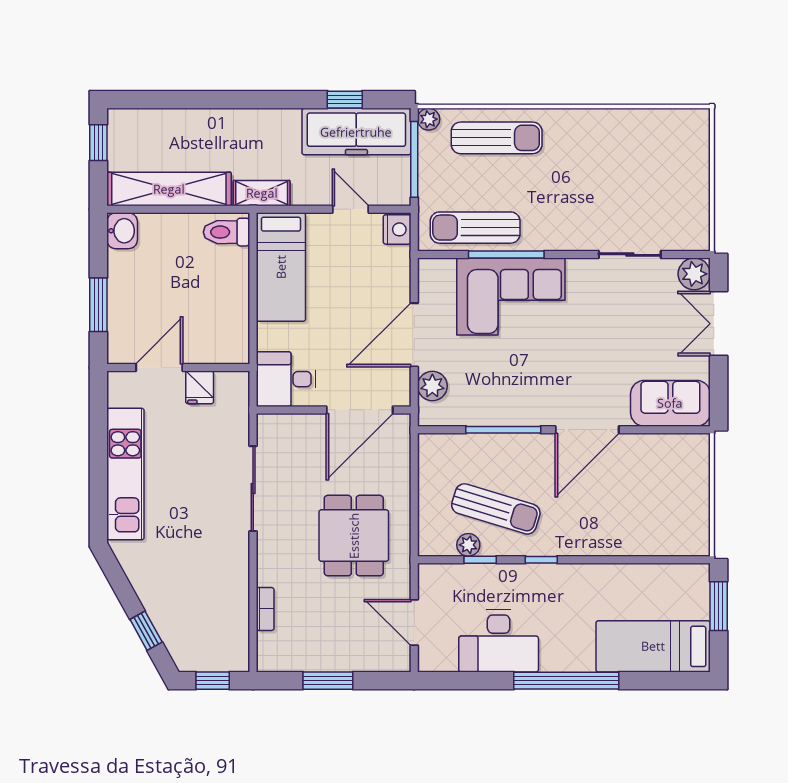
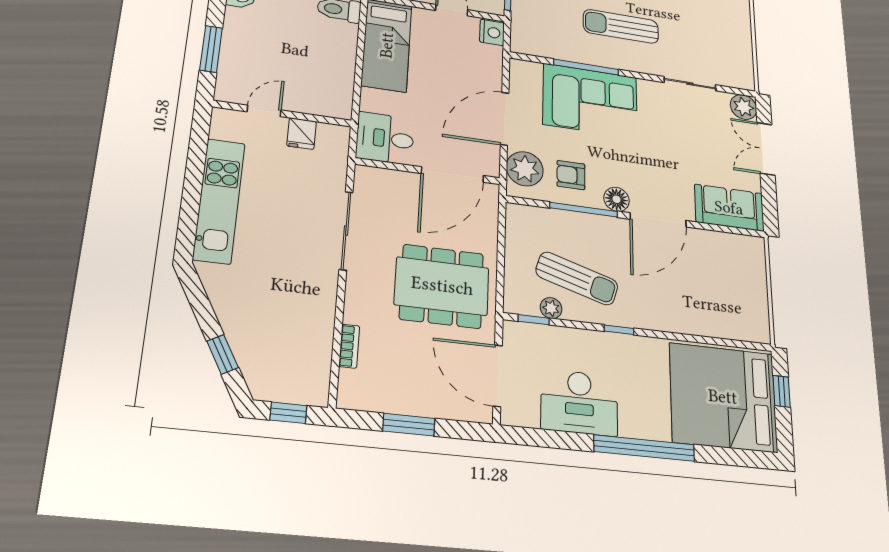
sun lounger: (475, 228) -> (621, 26), moved
door: (159, 368) -> (264, 111), width x0.73
plant: (432, 386) -> (525, 169), width x1.36, depth x1.36
armchair: (489, 391) -> (571, 175), added
floor lamp: (540, 412) -> (617, 199), added
dining table: (354, 536) -> (442, 286), width x1.38
window: (480, 560) -> (534, 320), moved
window: (719, 606) -> (782, 391), width x0.67
door: (414, 623) -> (498, 376), width x1.36
bed: (653, 646) -> (723, 397), width x2.04

